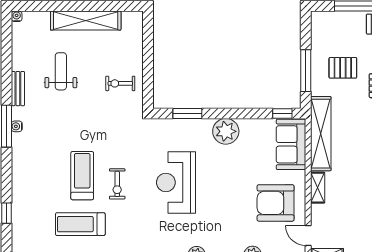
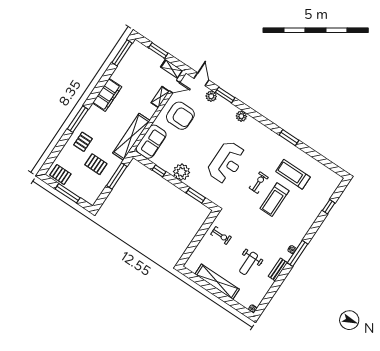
window: (282, 113) -> (159, 171), moved
shelving: (318, 188) -> (160, 97), moved
treadmill: (80, 224) -> (293, 174), turned 180
door: (308, 236) -> (175, 87), hinge flipped

